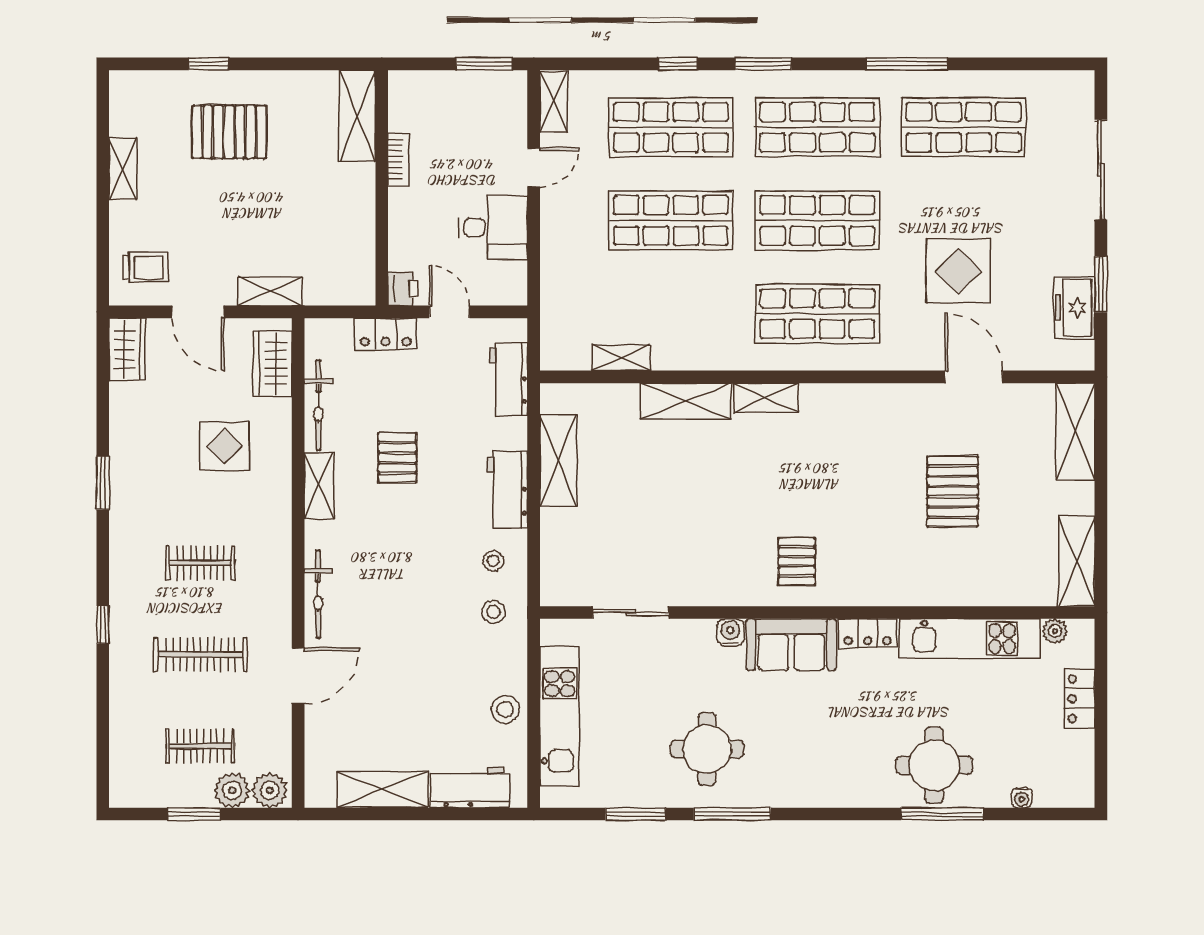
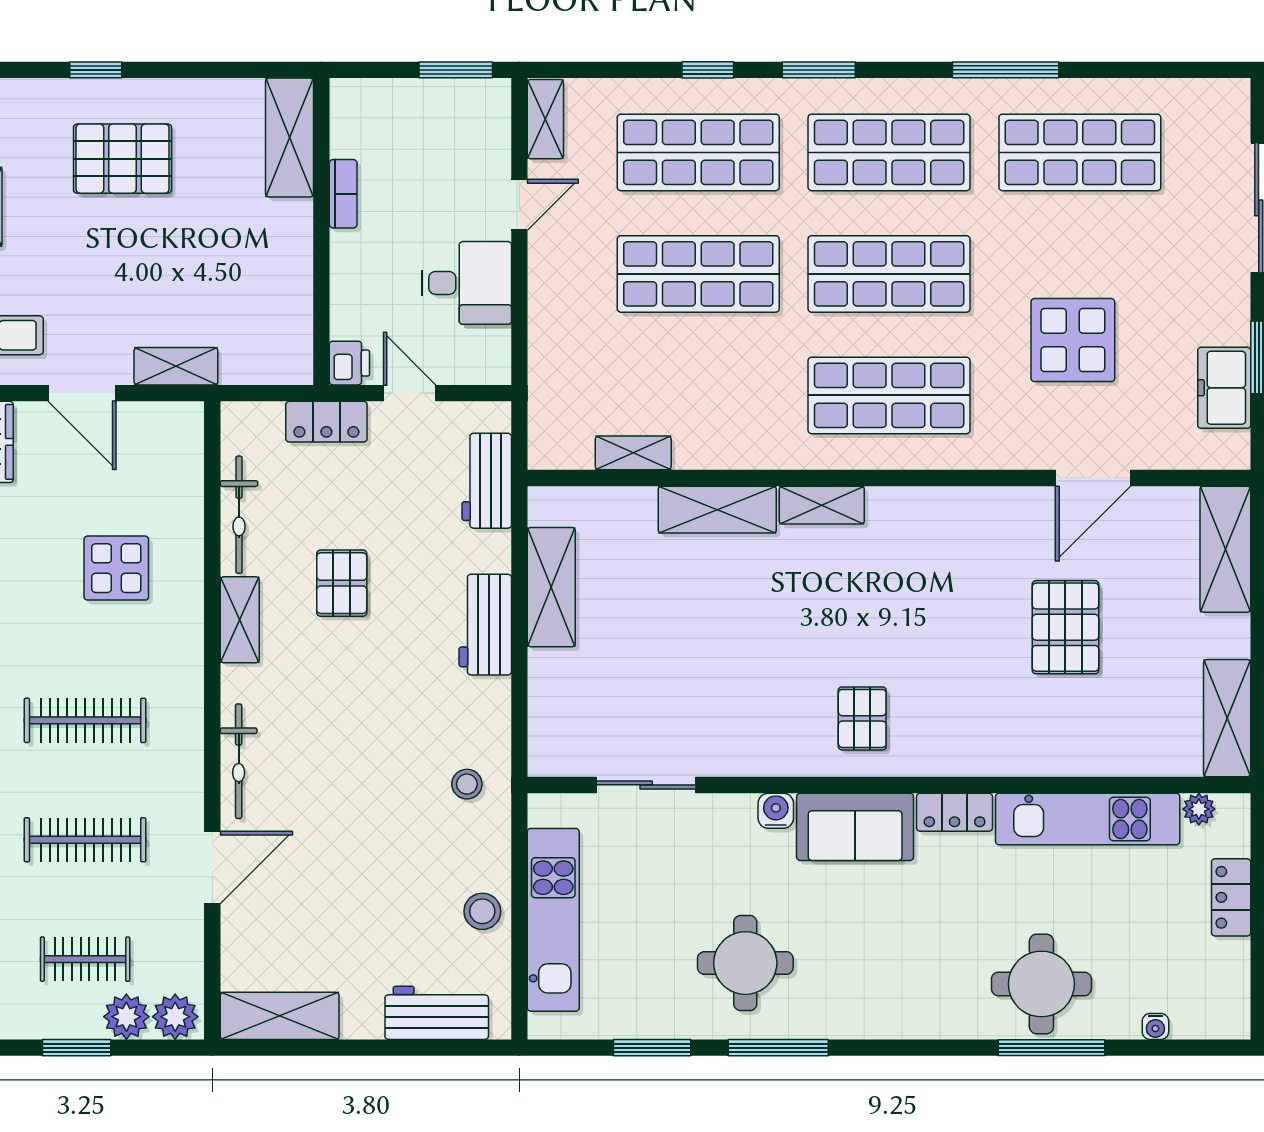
wardrobe: (273, 364) -> (179, 461), removed
door: (974, 377) -> (1093, 478), swing flipped
stool: (493, 561) -> (467, 718), removed
clothes rail: (200, 563) -> (85, 720), width x1.36
shelving: (383, 790) -> (280, 1016), moved

